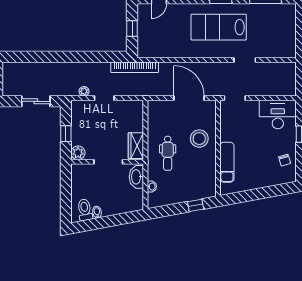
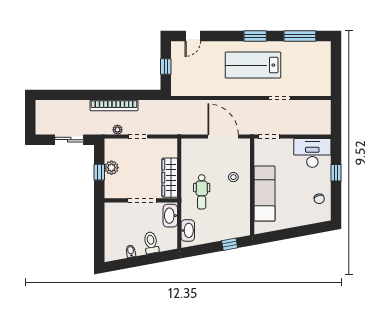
bookcase: (135, 67) -> (114, 105), moved
stool: (199, 139) -> (233, 177), width x0.53, depth x0.53
wardrobe: (136, 146) -> (170, 178), width x1.50
plant: (78, 153) -> (111, 168), moved
exam couch: (227, 162) -> (264, 194), width x1.36, depth x1.45
washbasin: (152, 186) -> (188, 230), width x1.91, depth x1.45
toilet: (85, 210) -> (151, 243), moved

